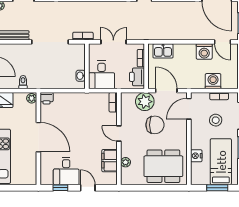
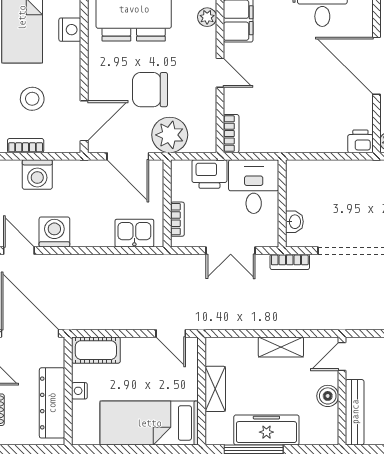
washbasin: (81, 76) -> (294, 222), moved
printer: (137, 77) -> (209, 174), moved, turned 90

